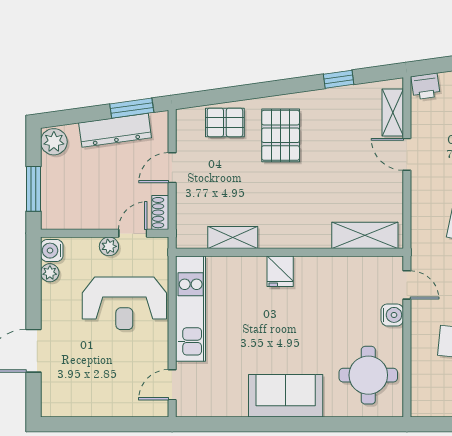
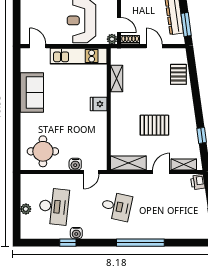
pallet: (281, 135) -> (154, 125), moved
shelving: (365, 235) -> (128, 163), moved, turned 90
plant: (109, 246) -> (112, 39), moved
sofa: (286, 396) -> (32, 92), moved

